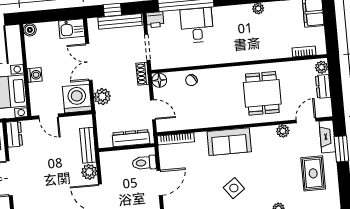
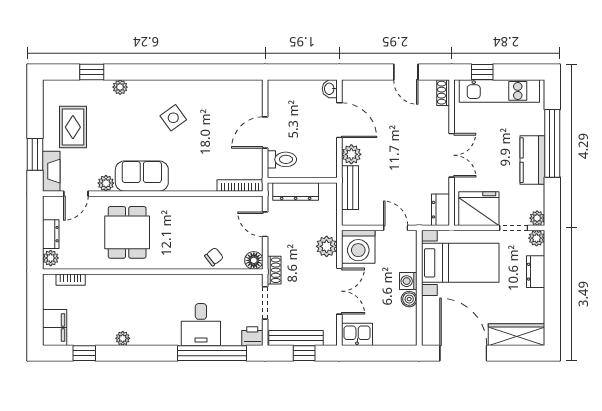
boiler: (30, 30) -> (409, 299), moved
sofa: (229, 142) -> (142, 176), moved

